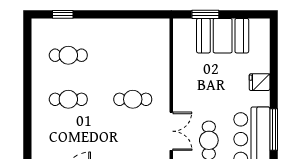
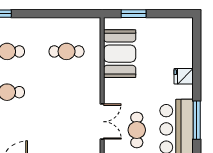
booth: (223, 36) -> (120, 54), moved, turned 90
cafe table: (133, 99) -> (67, 51), moved

